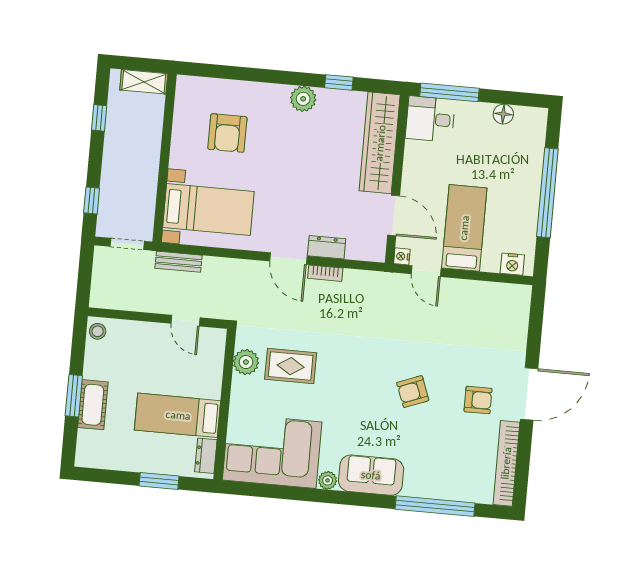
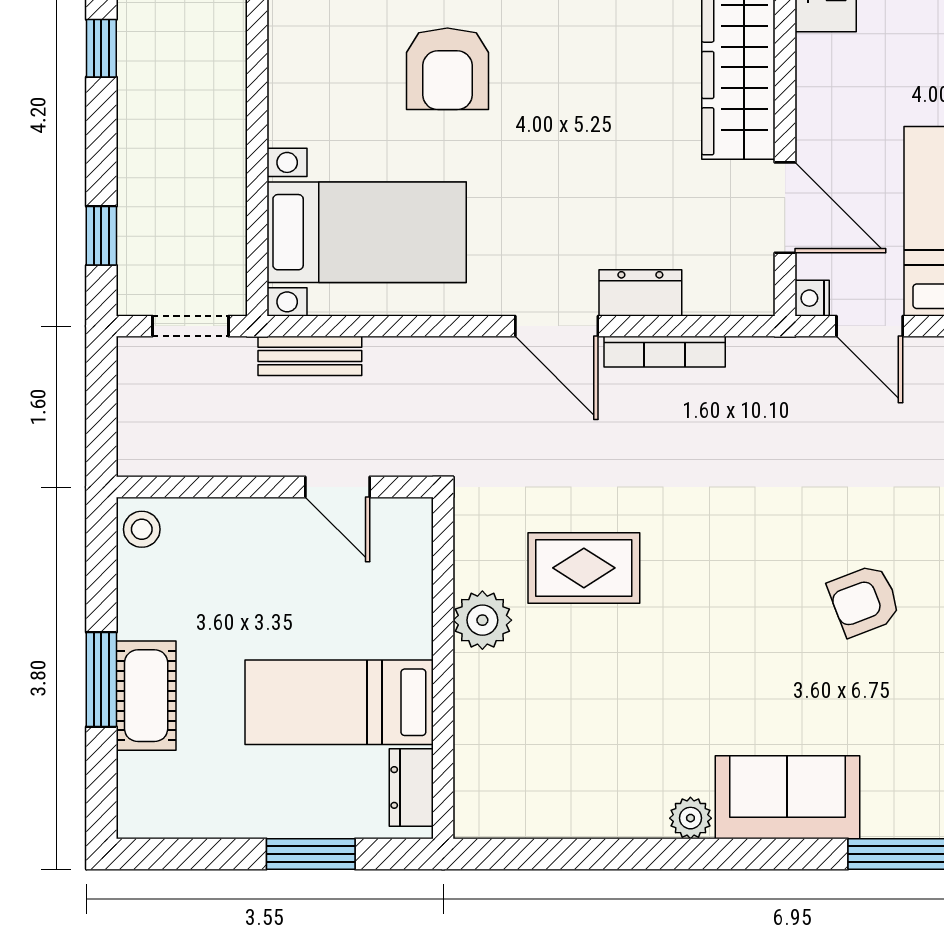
armchair: (227, 133) -> (447, 69), moved
bookcase: (325, 273) -> (665, 352), width x1.56
plant: (246, 362) -> (482, 620), moved
corner sofa: (272, 451) -> (559, 763), removed

